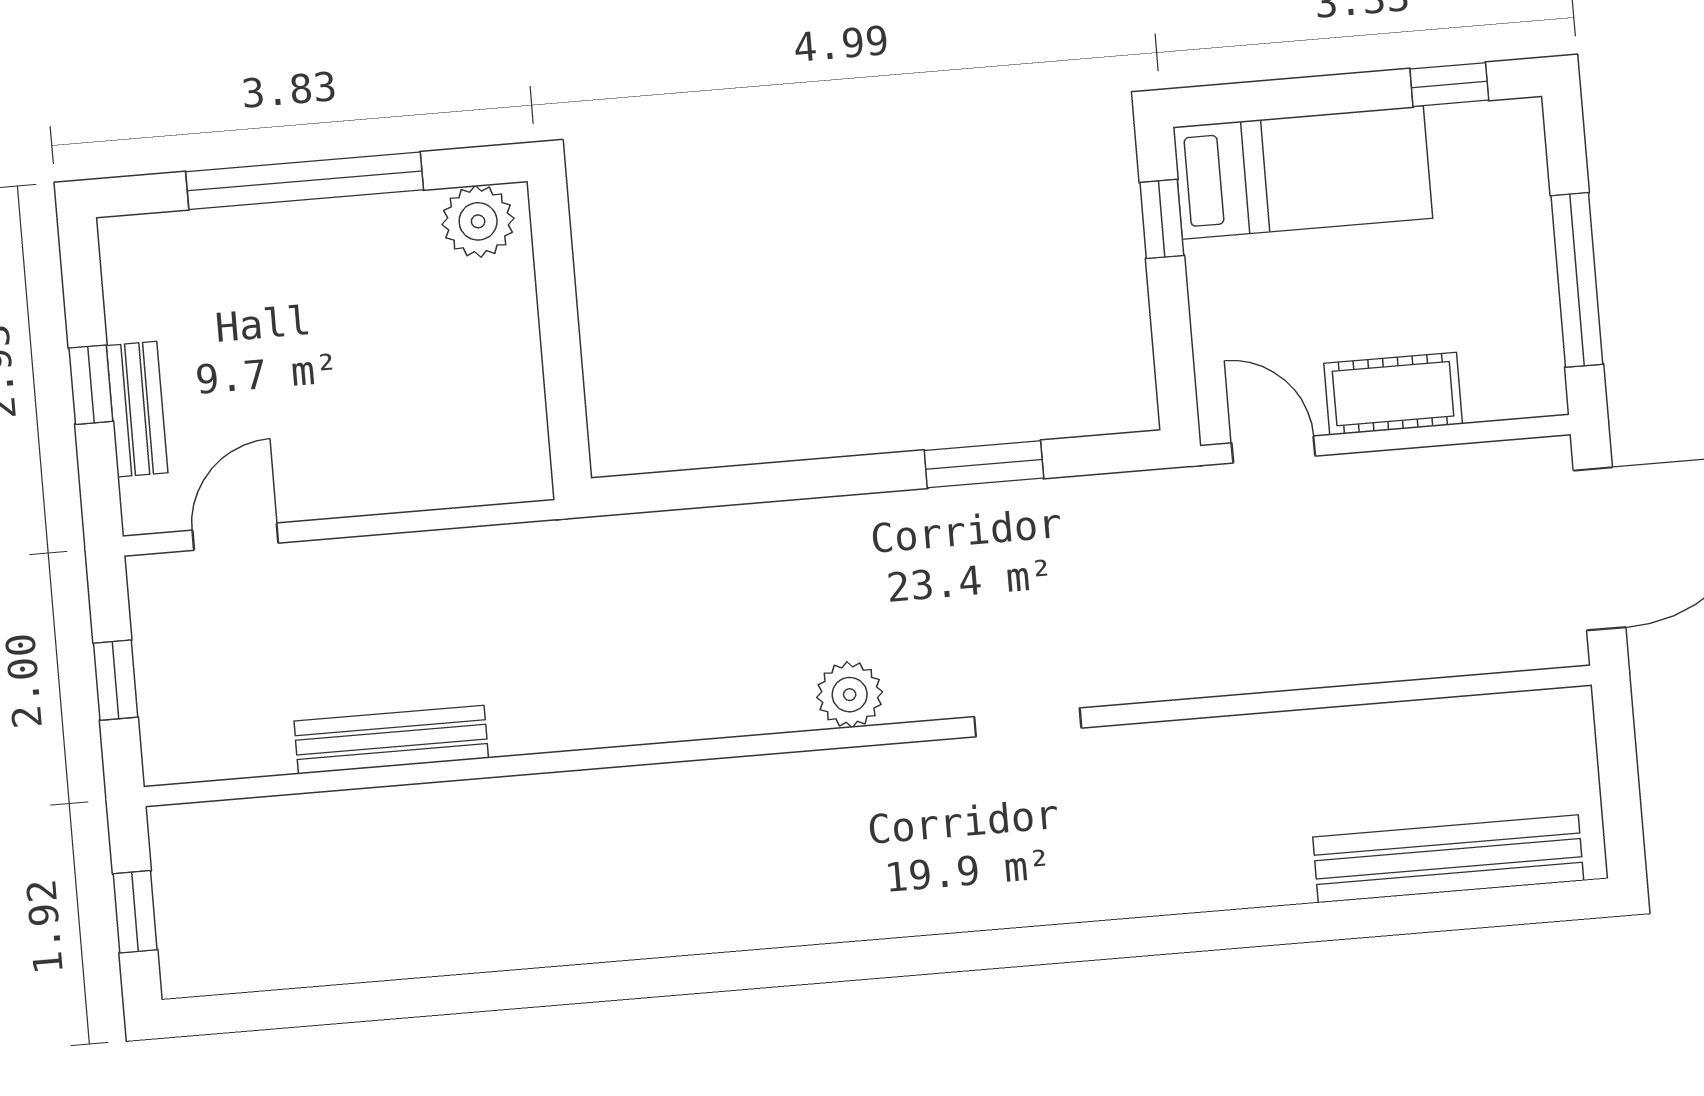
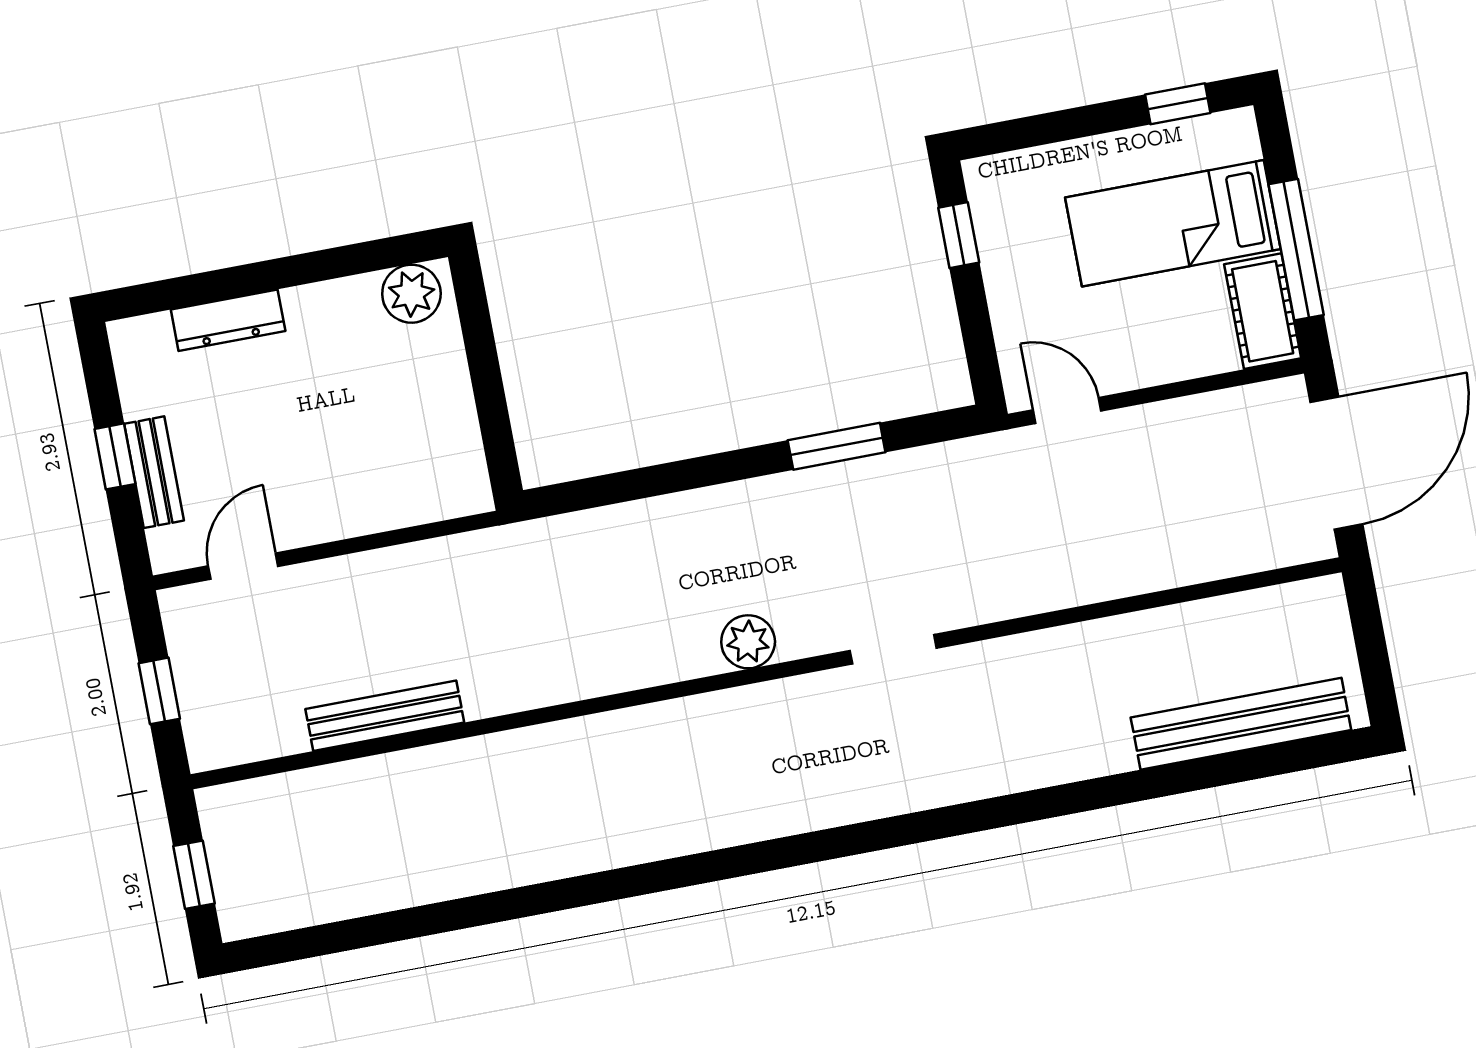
bed: (1303, 173) -> (1173, 223), moved, turned 180
window: (305, 181) -> (269, 275), removed
dresser: (248, 231) -> (228, 320), added
cot: (1393, 394) -> (1263, 311), moved, turned 90

